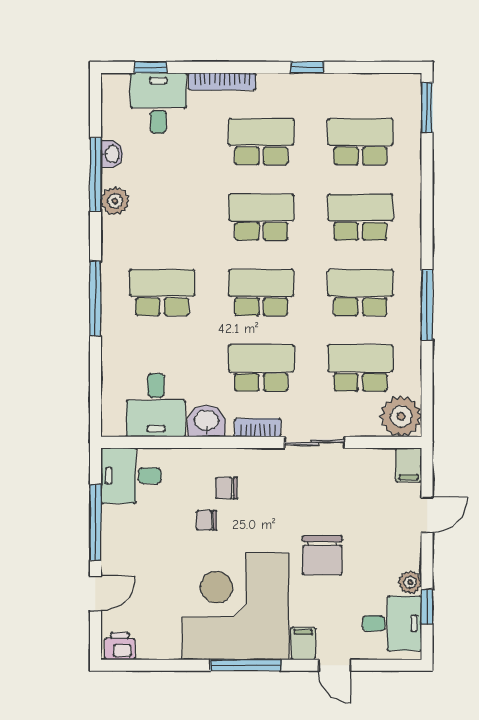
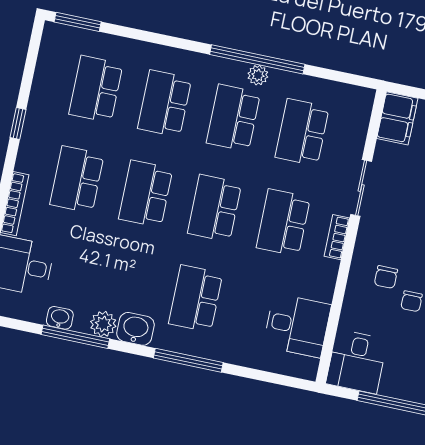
window: (427, 305) -> (257, 59), width x1.46
plant: (401, 416) -> (258, 75), moved, width x0.53, depth x0.53
washbasin: (206, 421) -> (135, 329), moved, turned 90
filing cabinet: (409, 465) -> (397, 118), width x2.00

